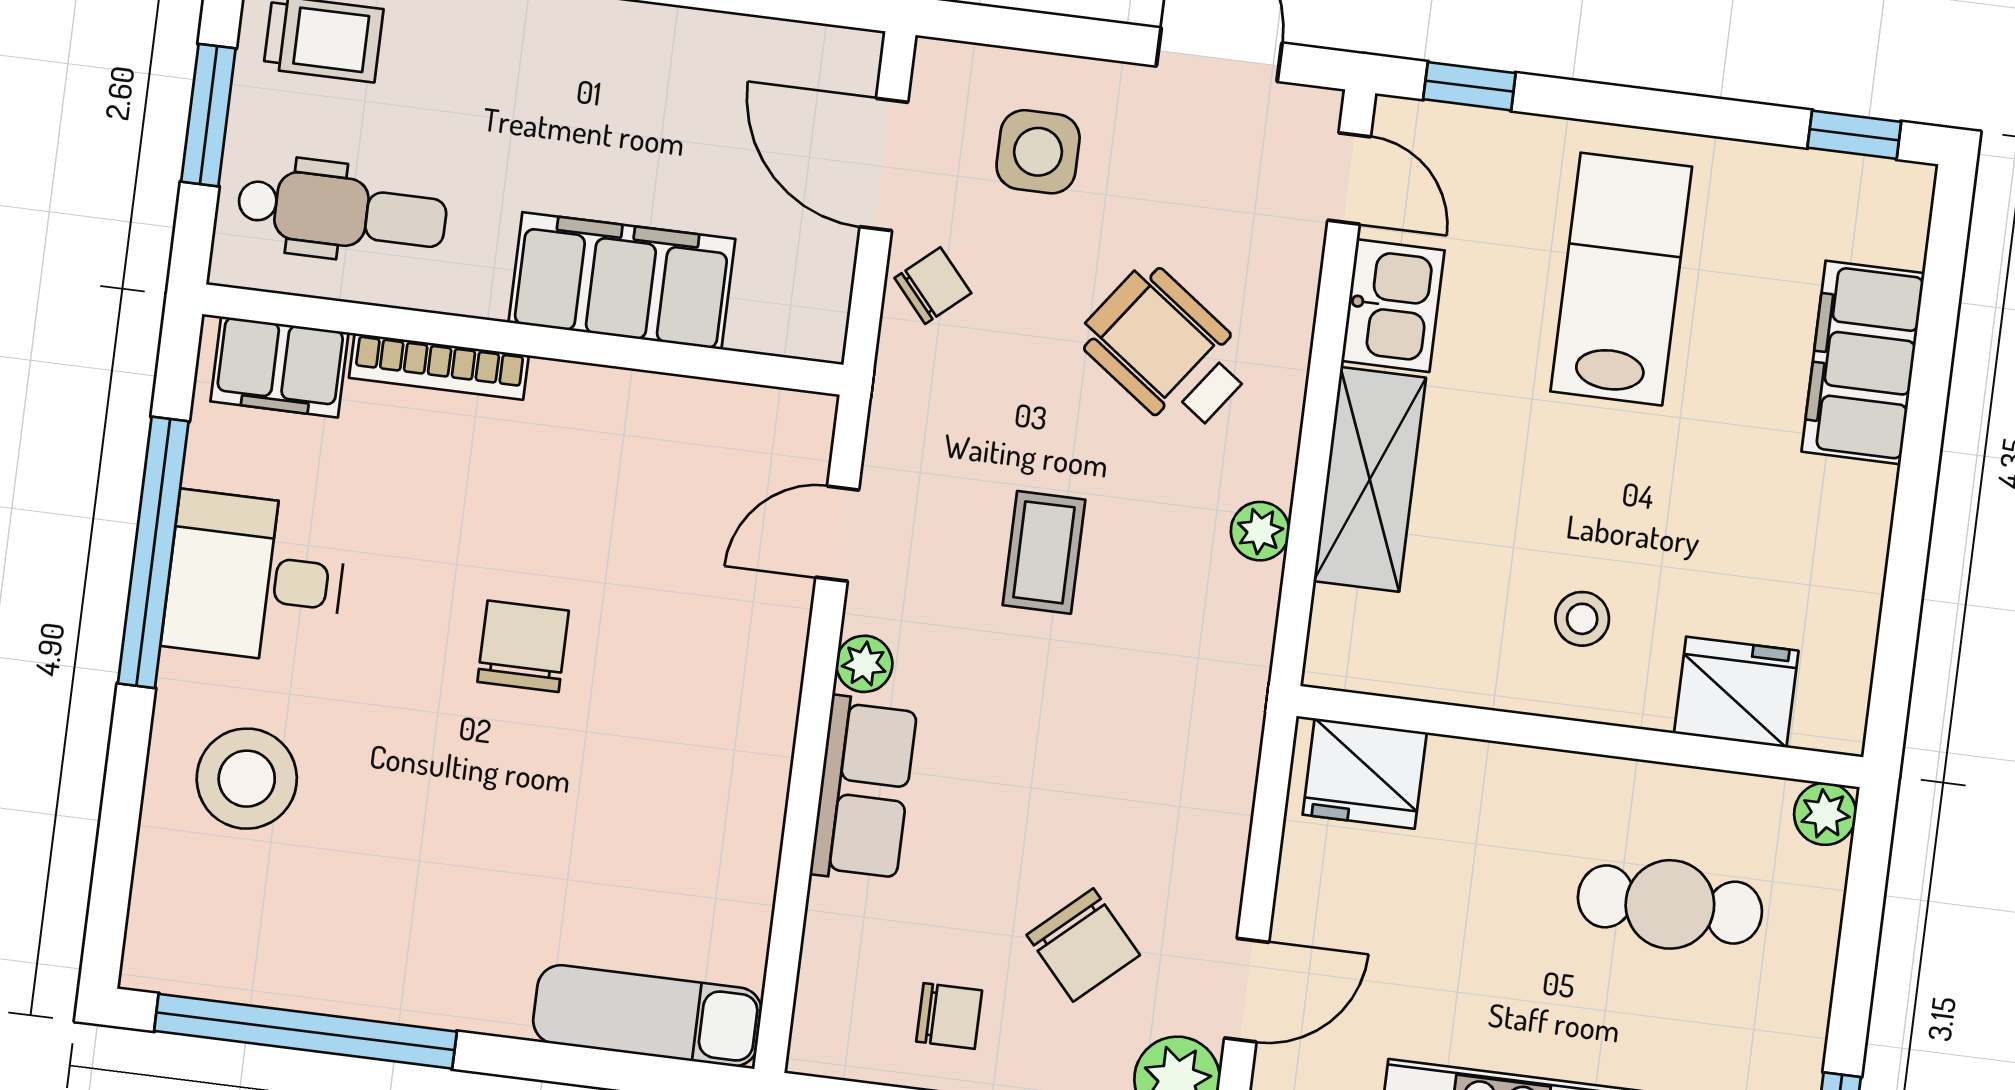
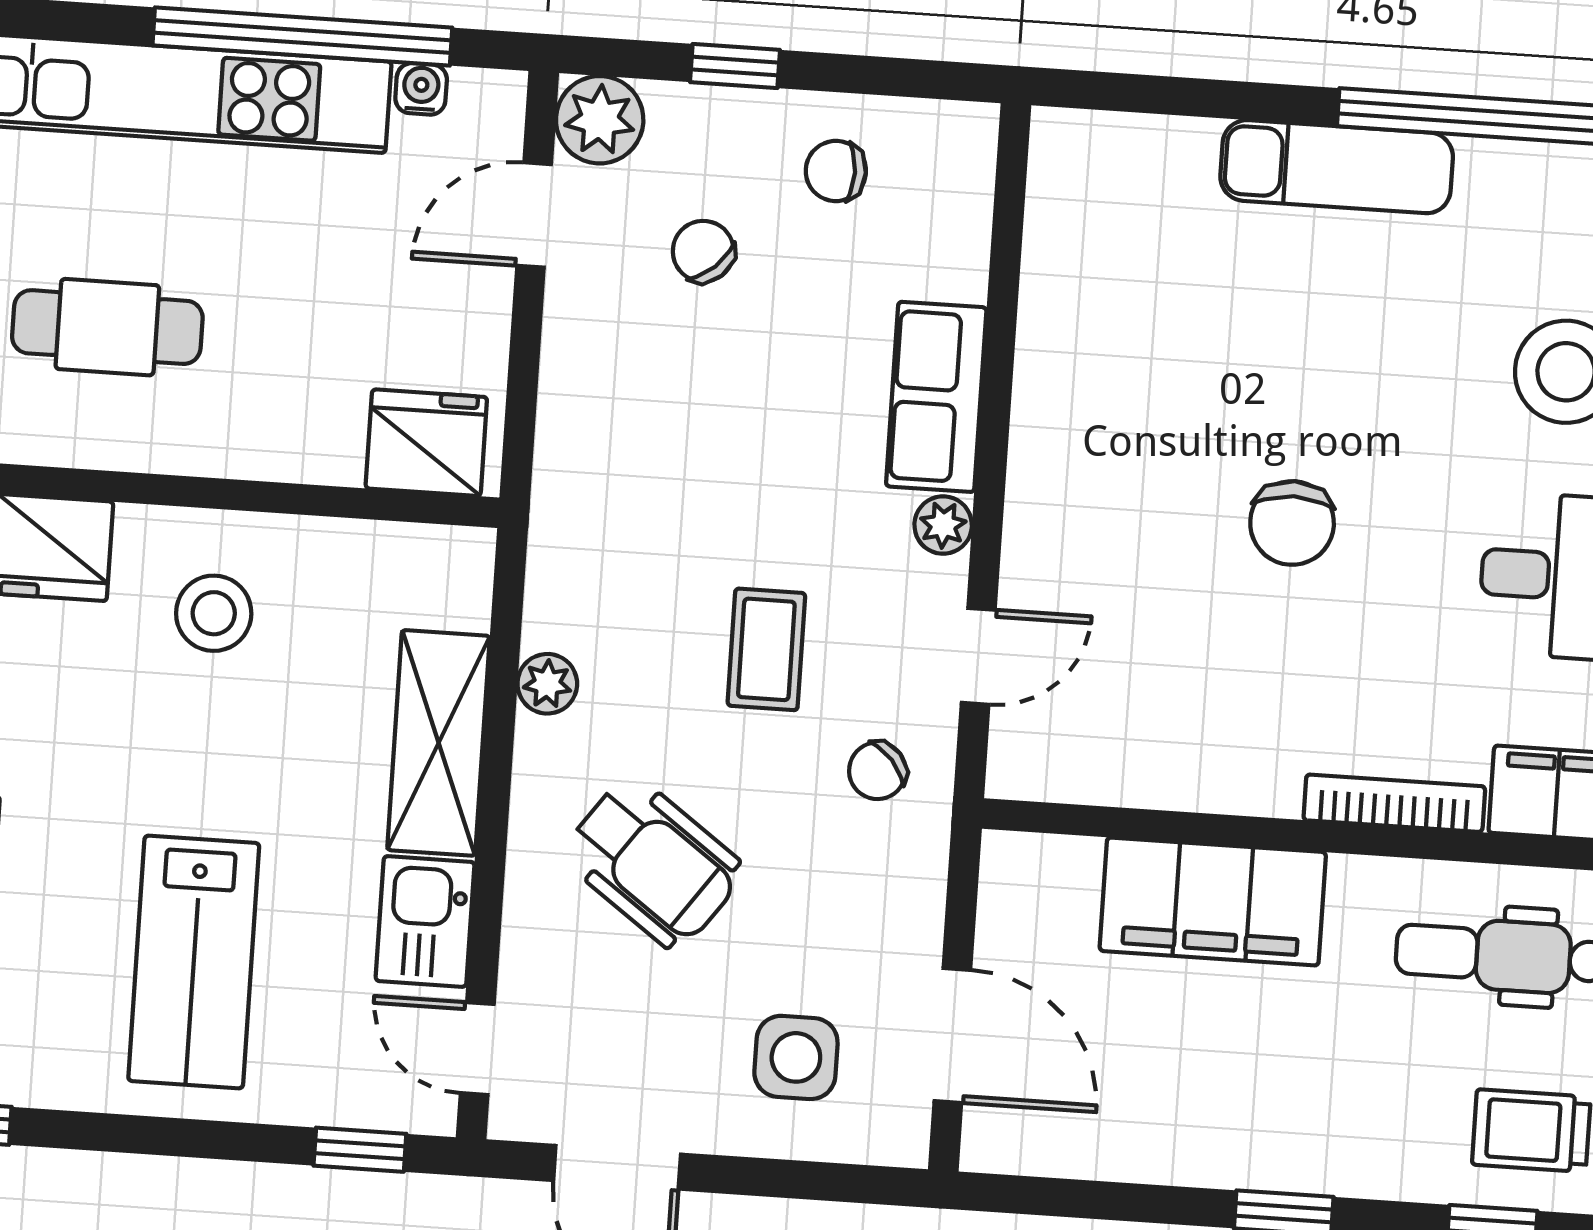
chair: (933, 286) -> (877, 771), moved
stool: (1582, 619) -> (214, 613), width x1.37, depth x1.37
chair: (1083, 945) -> (703, 251), width x0.73, depth x0.73
exam couch: (647, 1016) -> (1337, 167), moved

